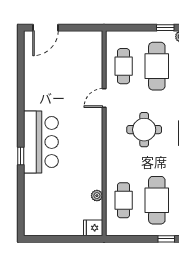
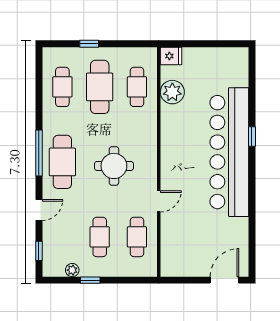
cafe table: (157, 66) -> (100, 237), width x0.73, depth x0.74
bar counter: (41, 142) -> (229, 152), width x1.86
plant: (97, 196) -> (172, 92), width x1.87, depth x1.87

